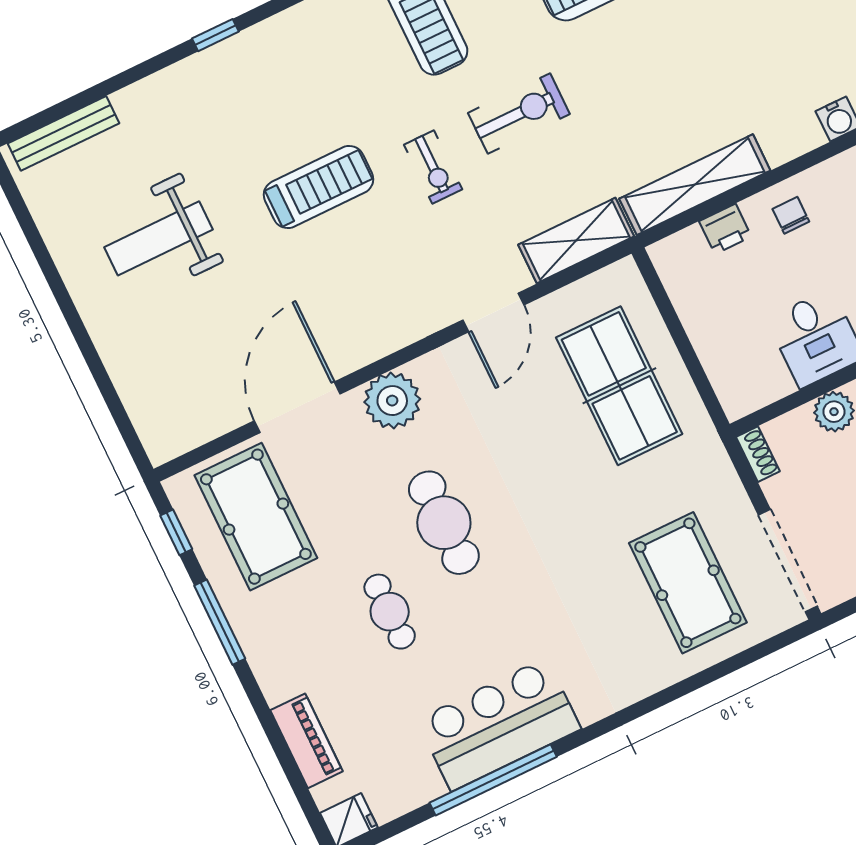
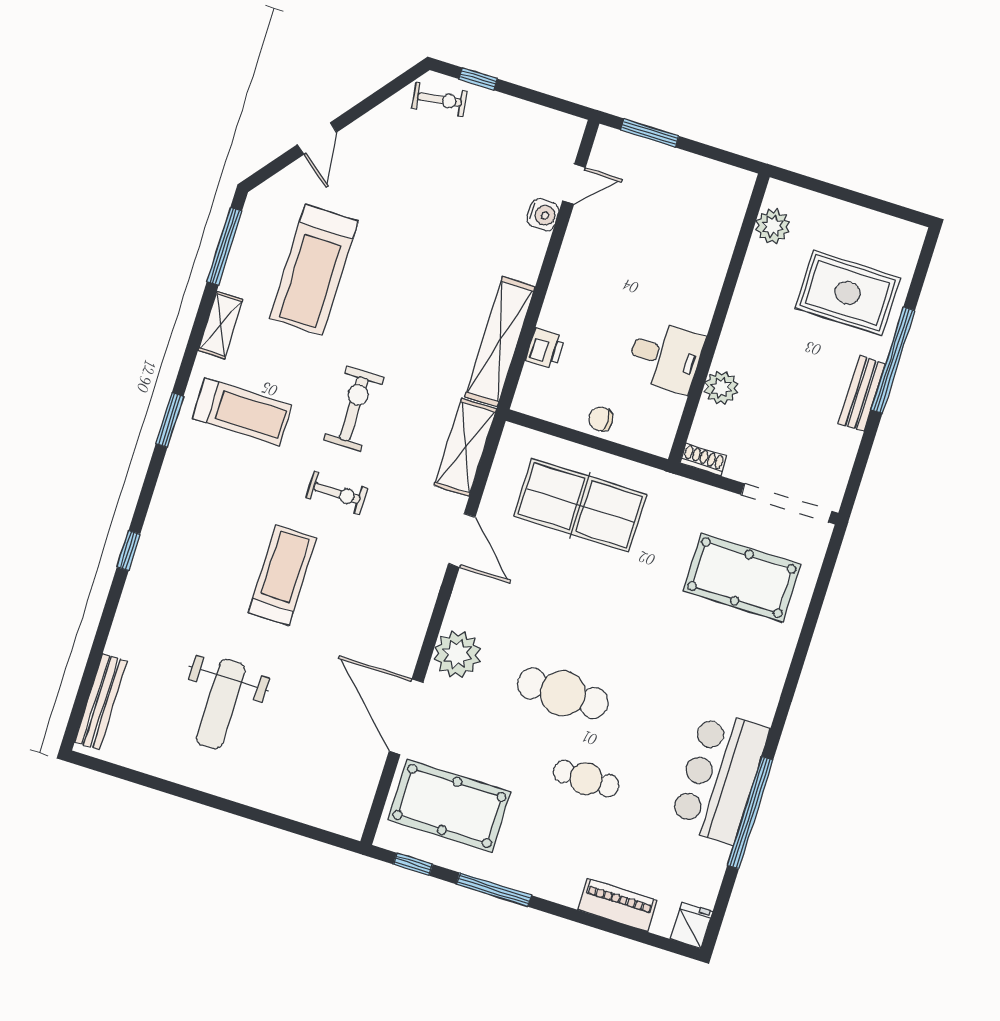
chair: (791, 215) -> (601, 419), moved

